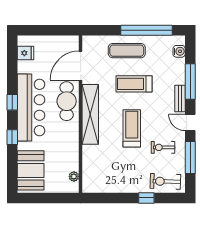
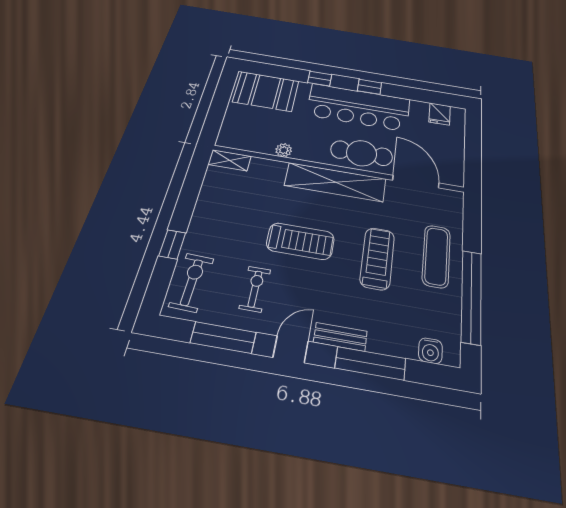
plant: (74, 176) -> (284, 150), moved
shelving: (88, 181) -> (230, 160), added

